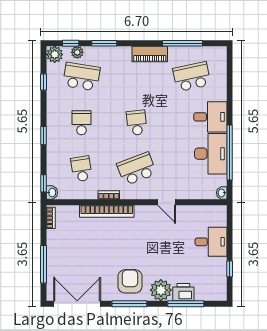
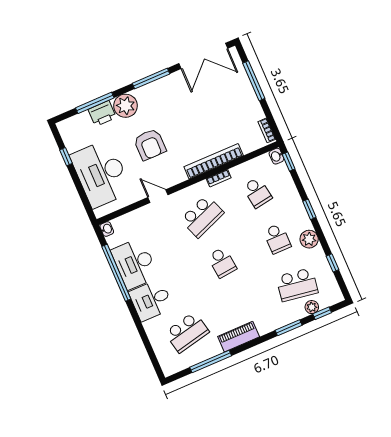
plant: (55, 54) -> (309, 239), moved
desk: (211, 242) -> (101, 174), width x1.87, depth x1.30
armchair: (130, 281) -> (150, 144), moved

